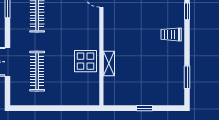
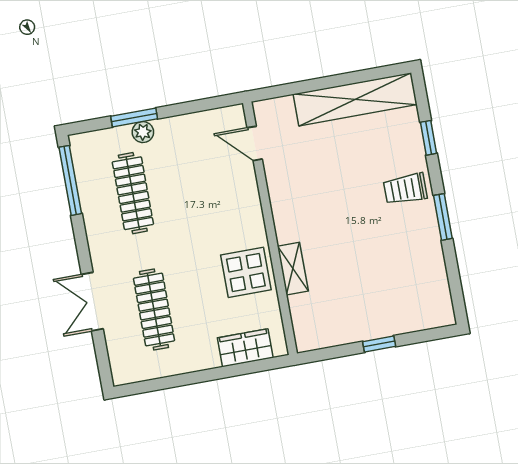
window: (187, 77) -> (443, 217), moved
wardrobe: (78, 98) -> (245, 348), added

